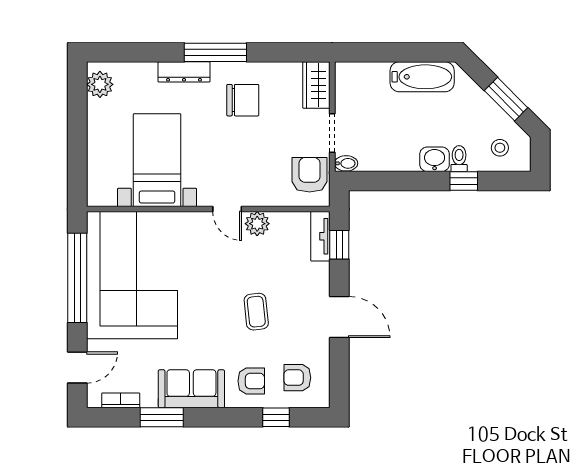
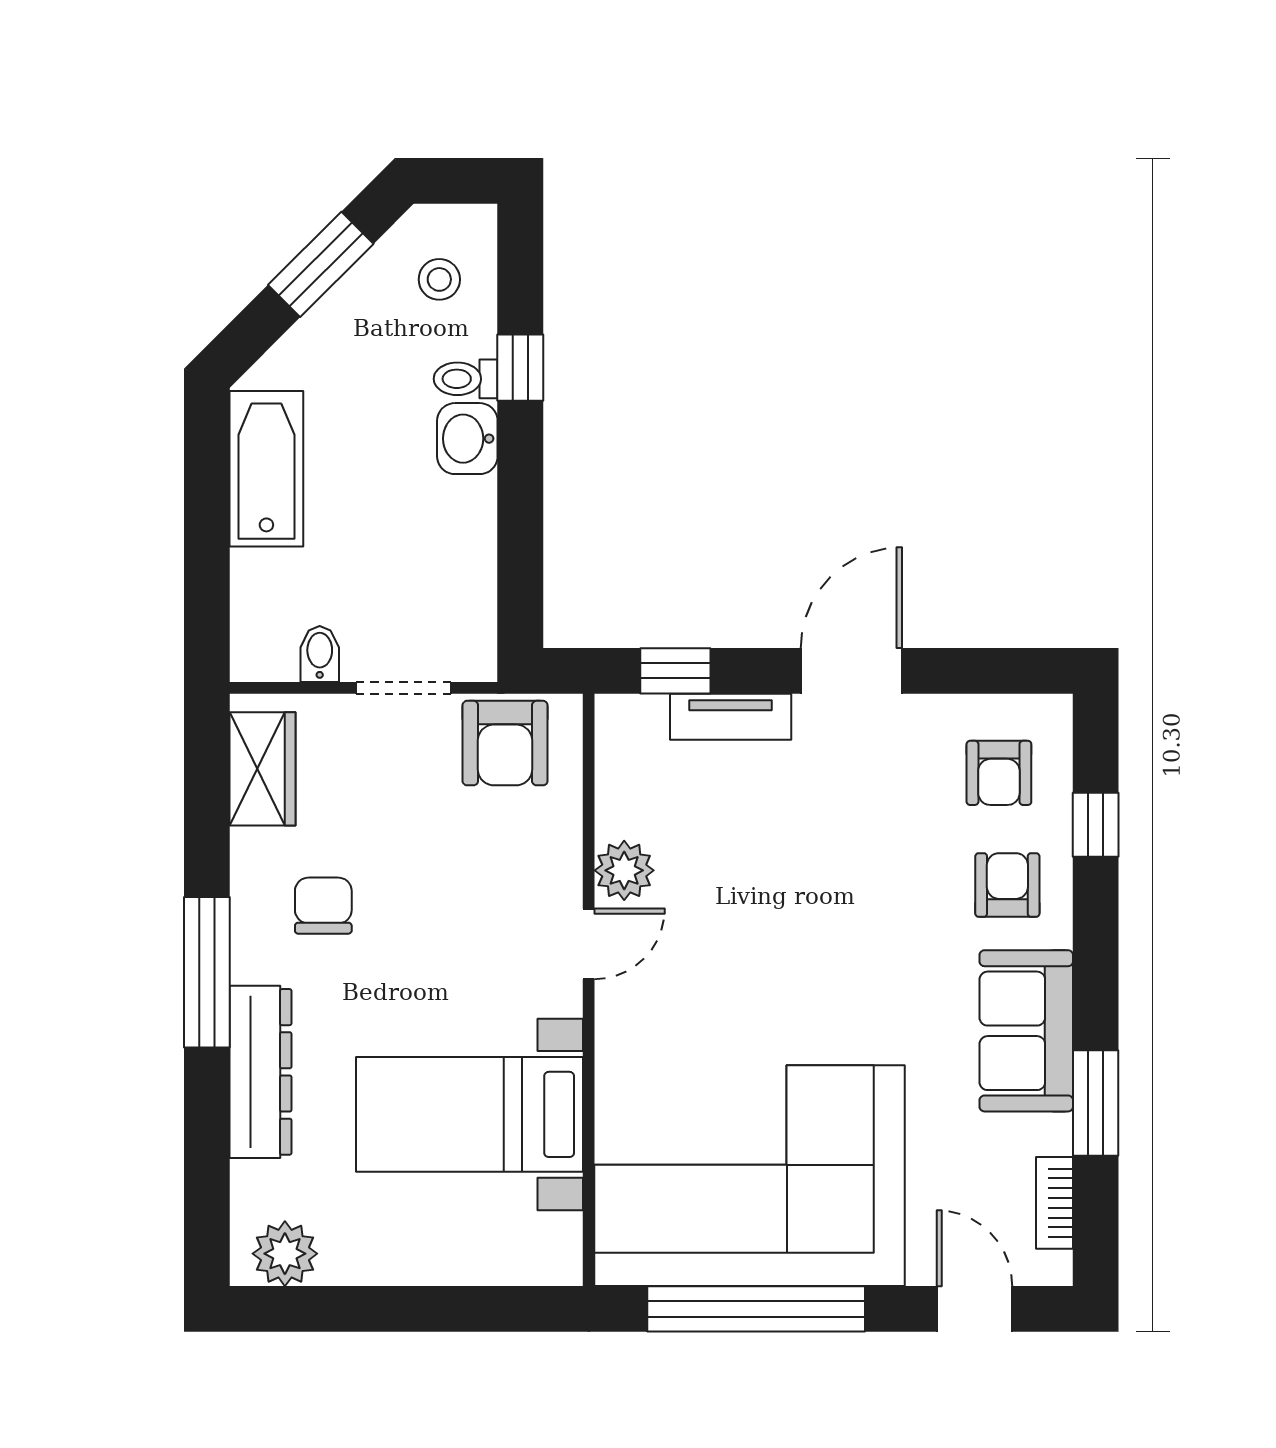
dresser: (184, 72) -> (261, 1072), width x1.37, depth x1.24
wardrobe: (316, 85) -> (263, 769), moved, turned -90
chair: (243, 100) -> (323, 906), width x0.73, depth x0.73
bidet: (346, 163) -> (320, 654), moved
armchair: (310, 175) -> (505, 743), turned -90
tv unit: (320, 236) -> (731, 717), moved
coffee table: (256, 312) -> (838, 873), removed

